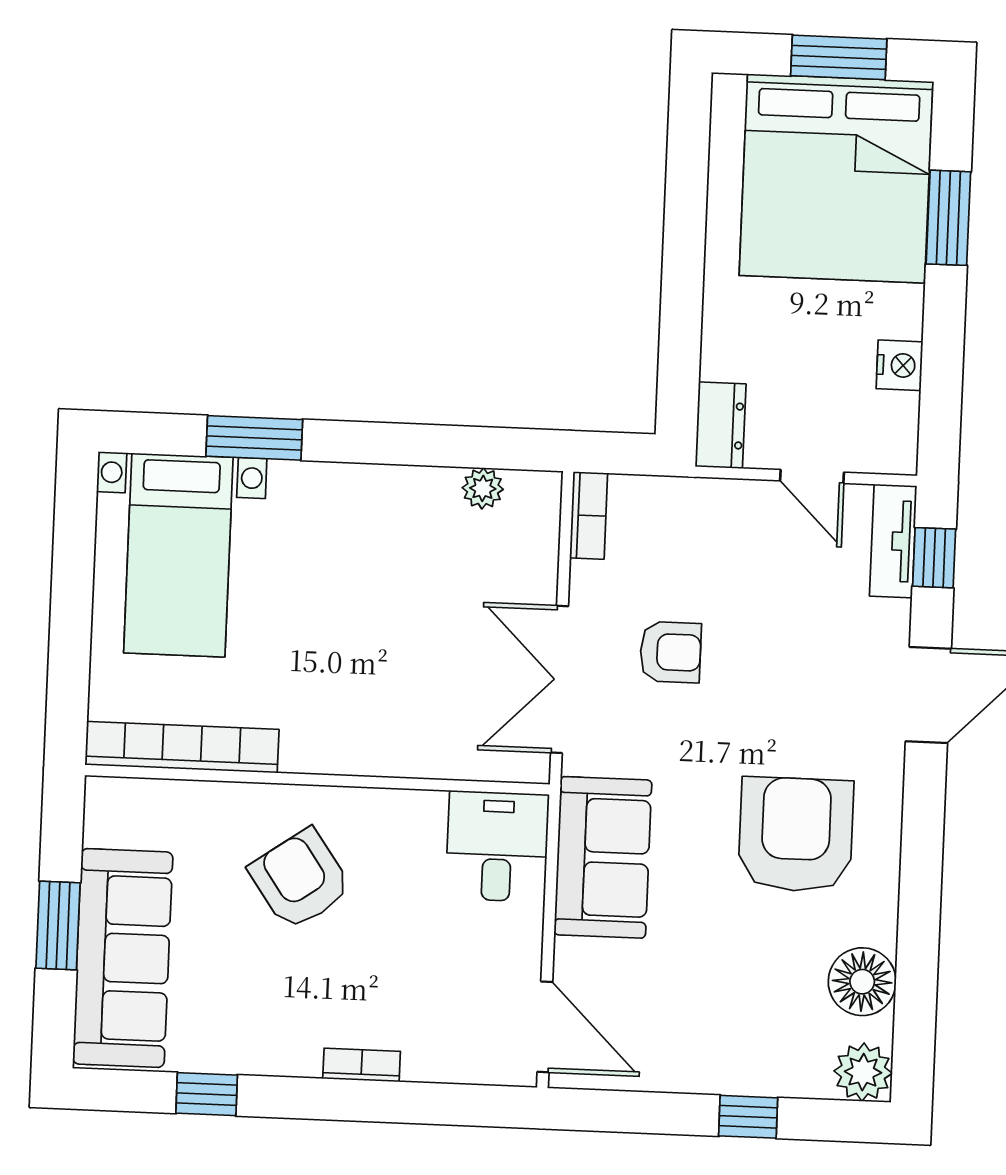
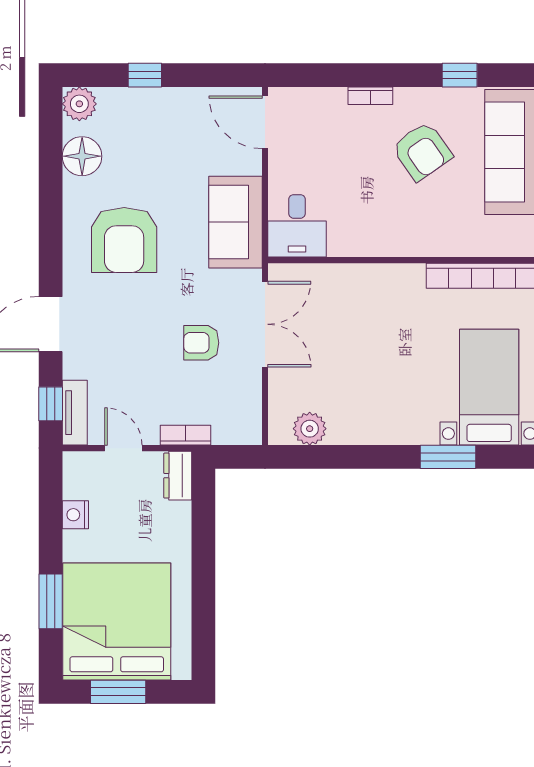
plant: (483, 488) -> (310, 429), width x1.38, depth x1.38
bookcase: (589, 515) -> (185, 435), moved, turned 90
armchair: (300, 879) -> (422, 151), moved

